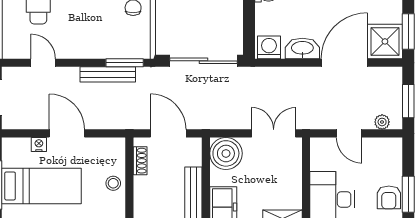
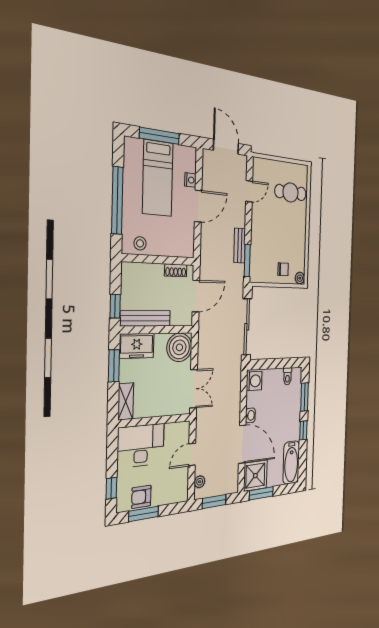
washbasin: (302, 48) -> (250, 415), width x0.52, depth x0.69
bench: (108, 74) -> (240, 246), width x0.73
stool: (113, 183) -> (140, 243), moved

